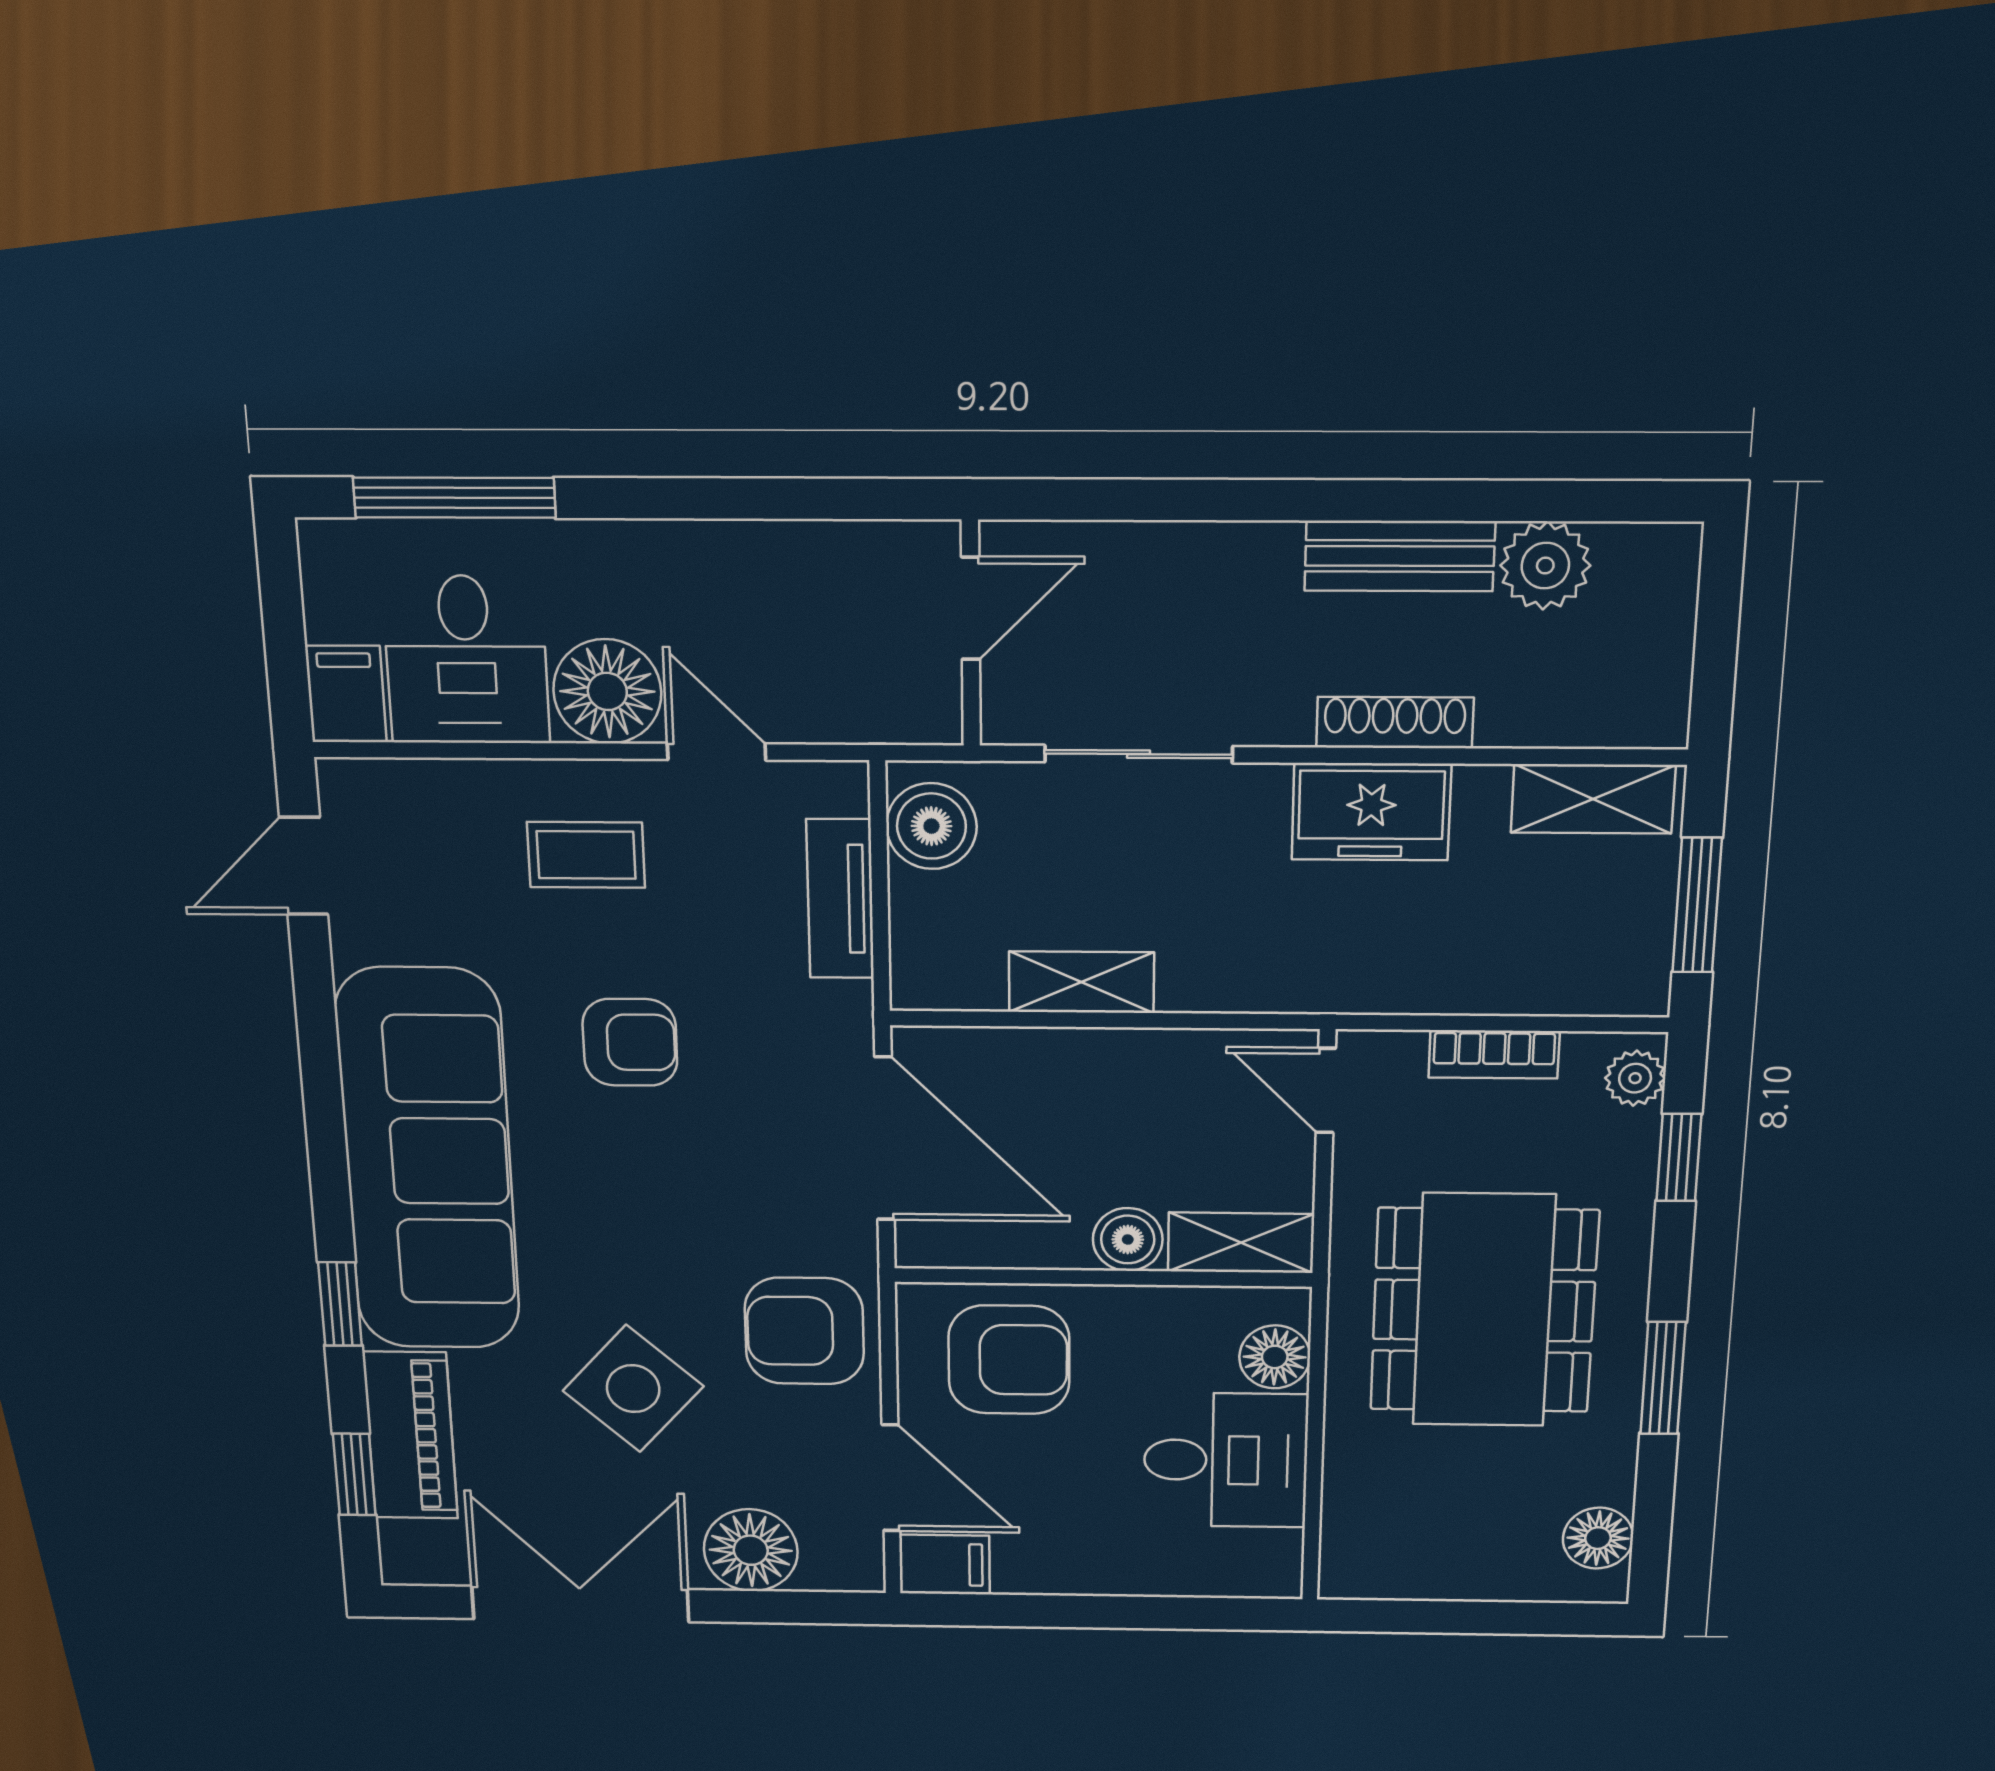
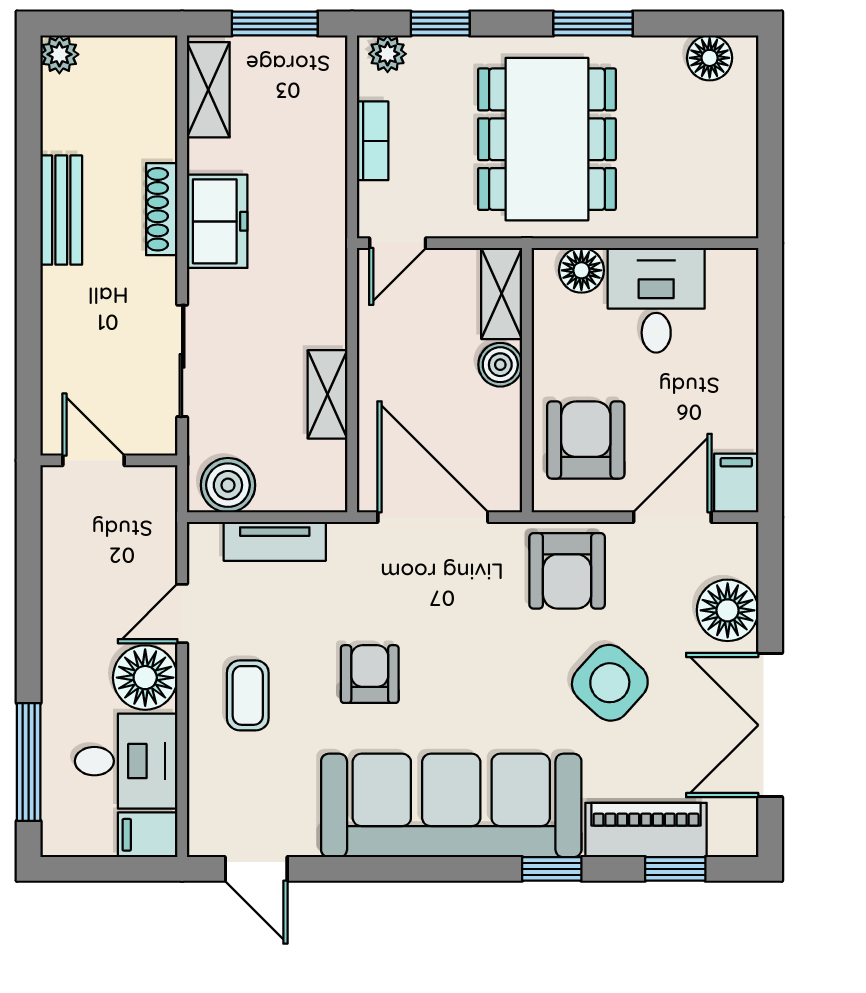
plant: (1545, 566) -> (59, 54), moved, width x0.73, depth x0.73
door: (885, 1139) -> (433, 517), hinge flipped
dining table: (1484, 1311) -> (547, 139), turned 90

